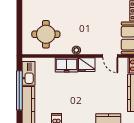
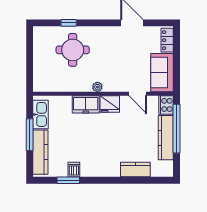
round table: (46, 34) -> (73, 50), moved
window: (19, 90) -> (30, 135), width x0.68

